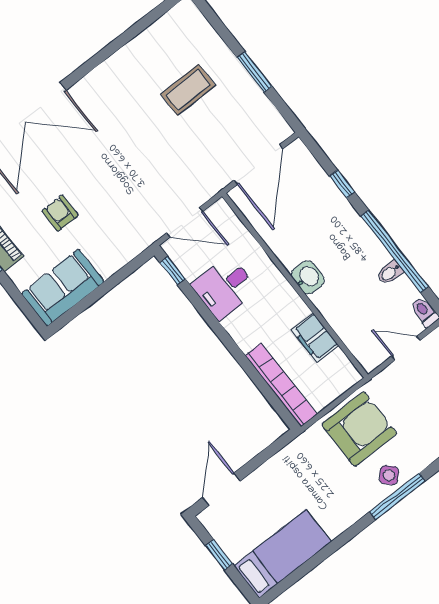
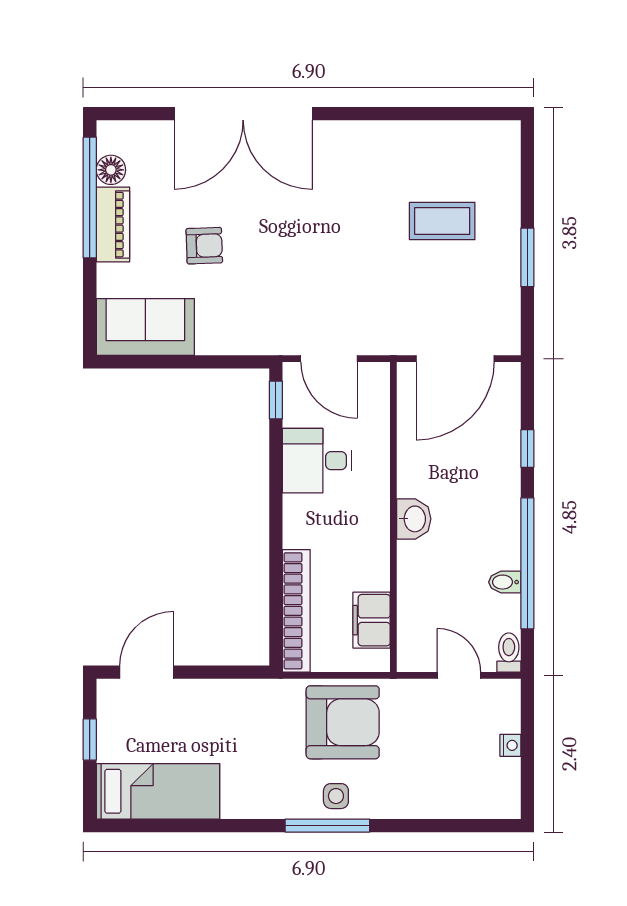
armchair: (60, 213) -> (204, 246), turned 88
filing cabinet: (315, 337) -> (372, 620), moved
side table: (389, 475) -> (336, 796), turned 45

